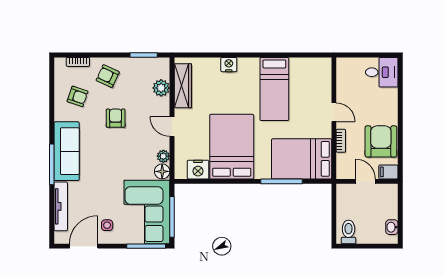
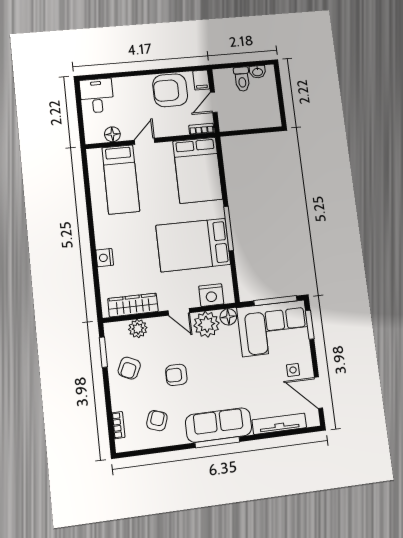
armchair: (108, 76) -> (129, 368), moved
floor lamp: (343, 83) -> (112, 134), added
bed: (274, 89) -> (121, 179), moved, turned 90
door: (172, 127) -> (179, 312), hinge flipped
bookcase: (341, 141) -> (201, 129), moved
plant: (163, 156) -> (207, 324), width x1.88, depth x1.88
window: (52, 164) -> (217, 442), moved
nightstand: (198, 170) -> (211, 295), moved, turned 90
window: (282, 181) -> (229, 228), moved
toilet: (349, 232) -> (242, 79), moved, turned -90
window: (146, 246) -> (310, 325), width x0.69

